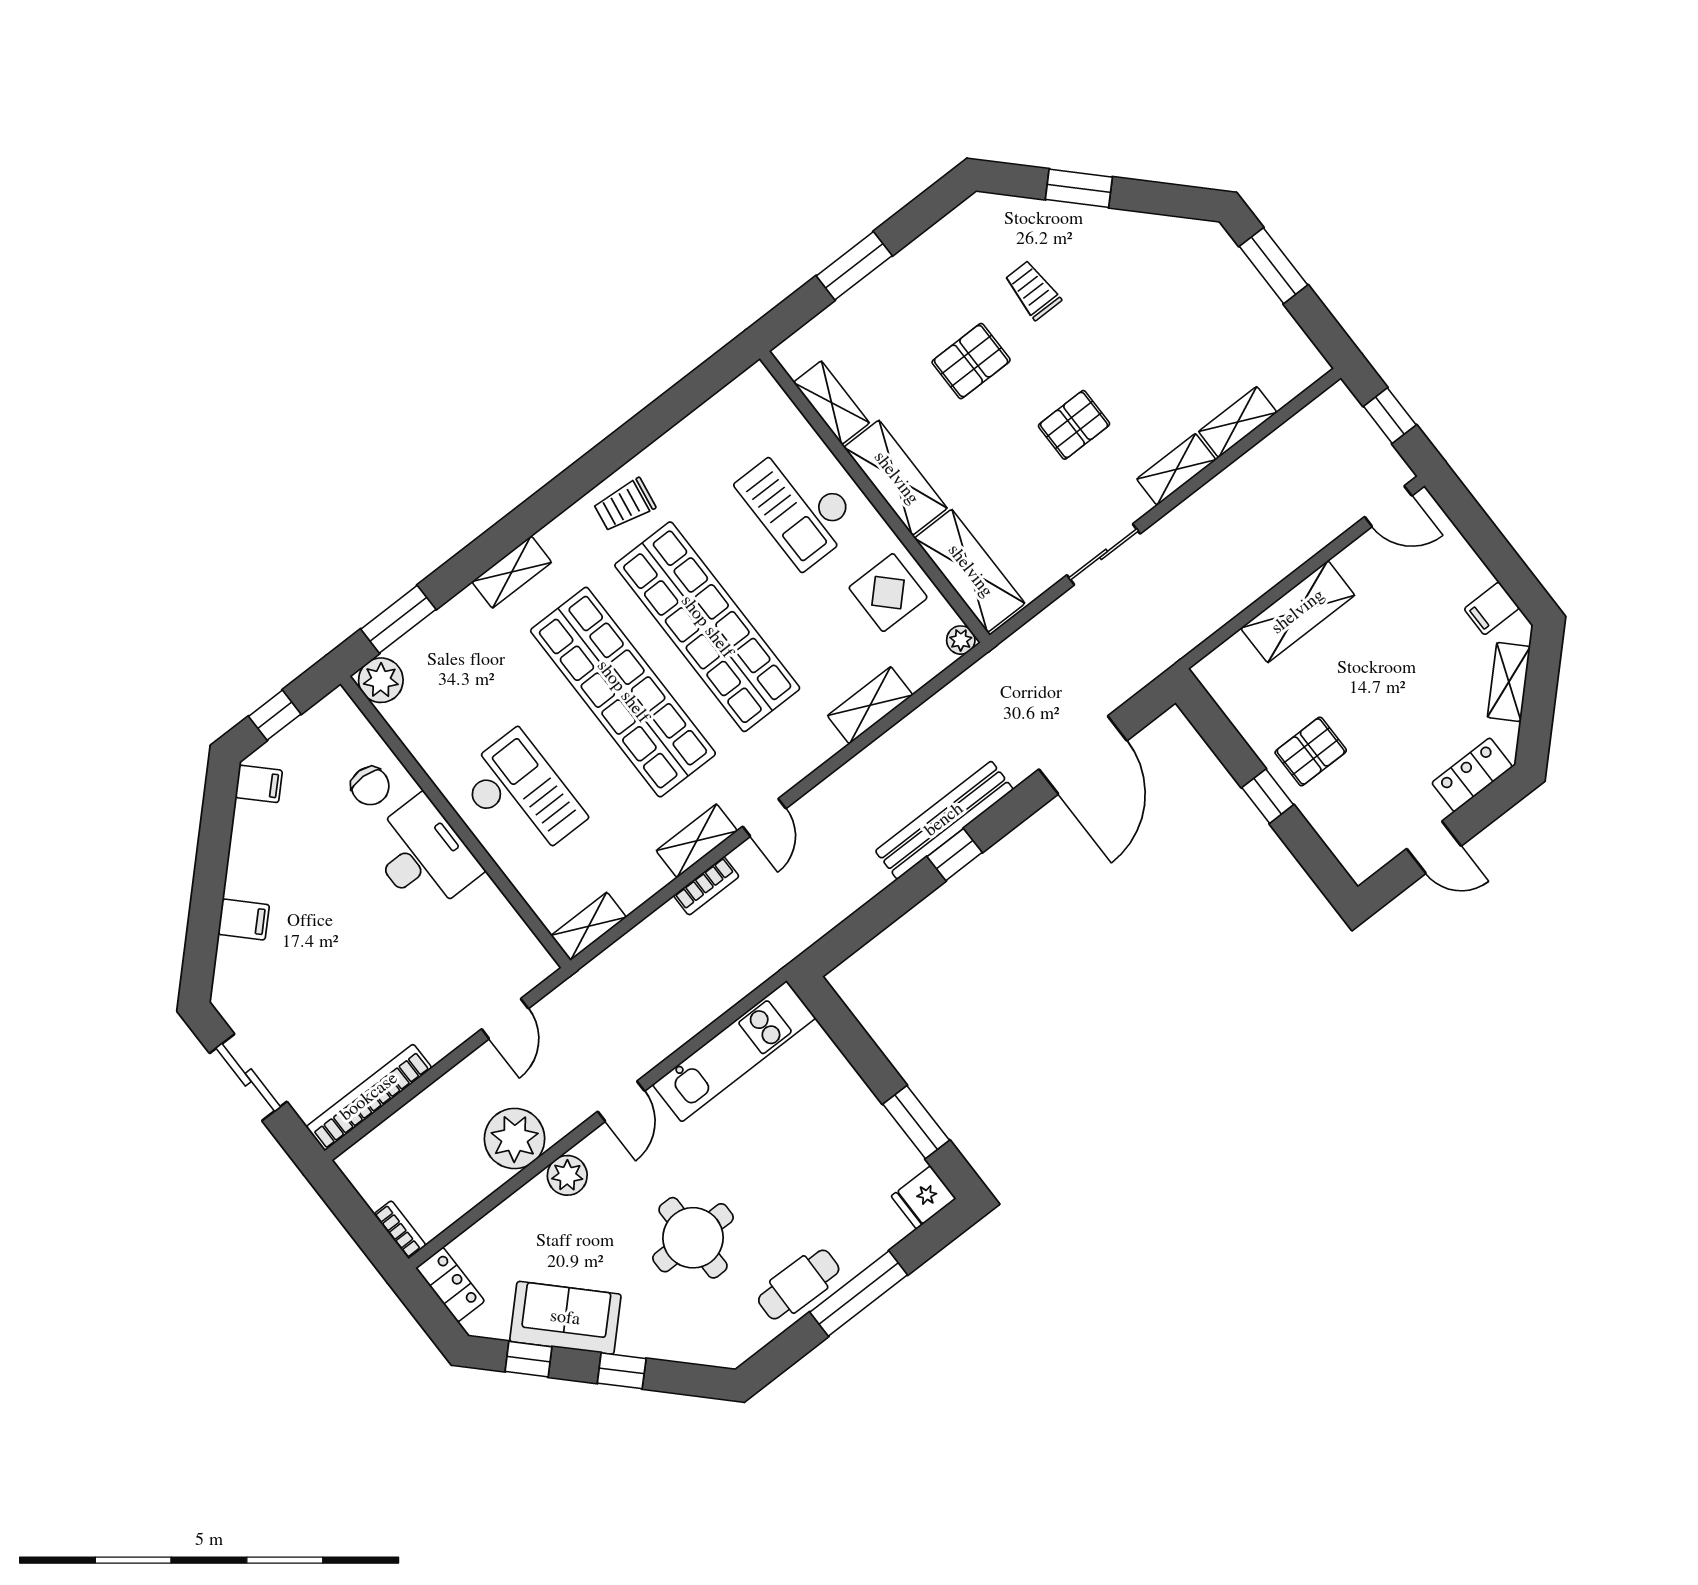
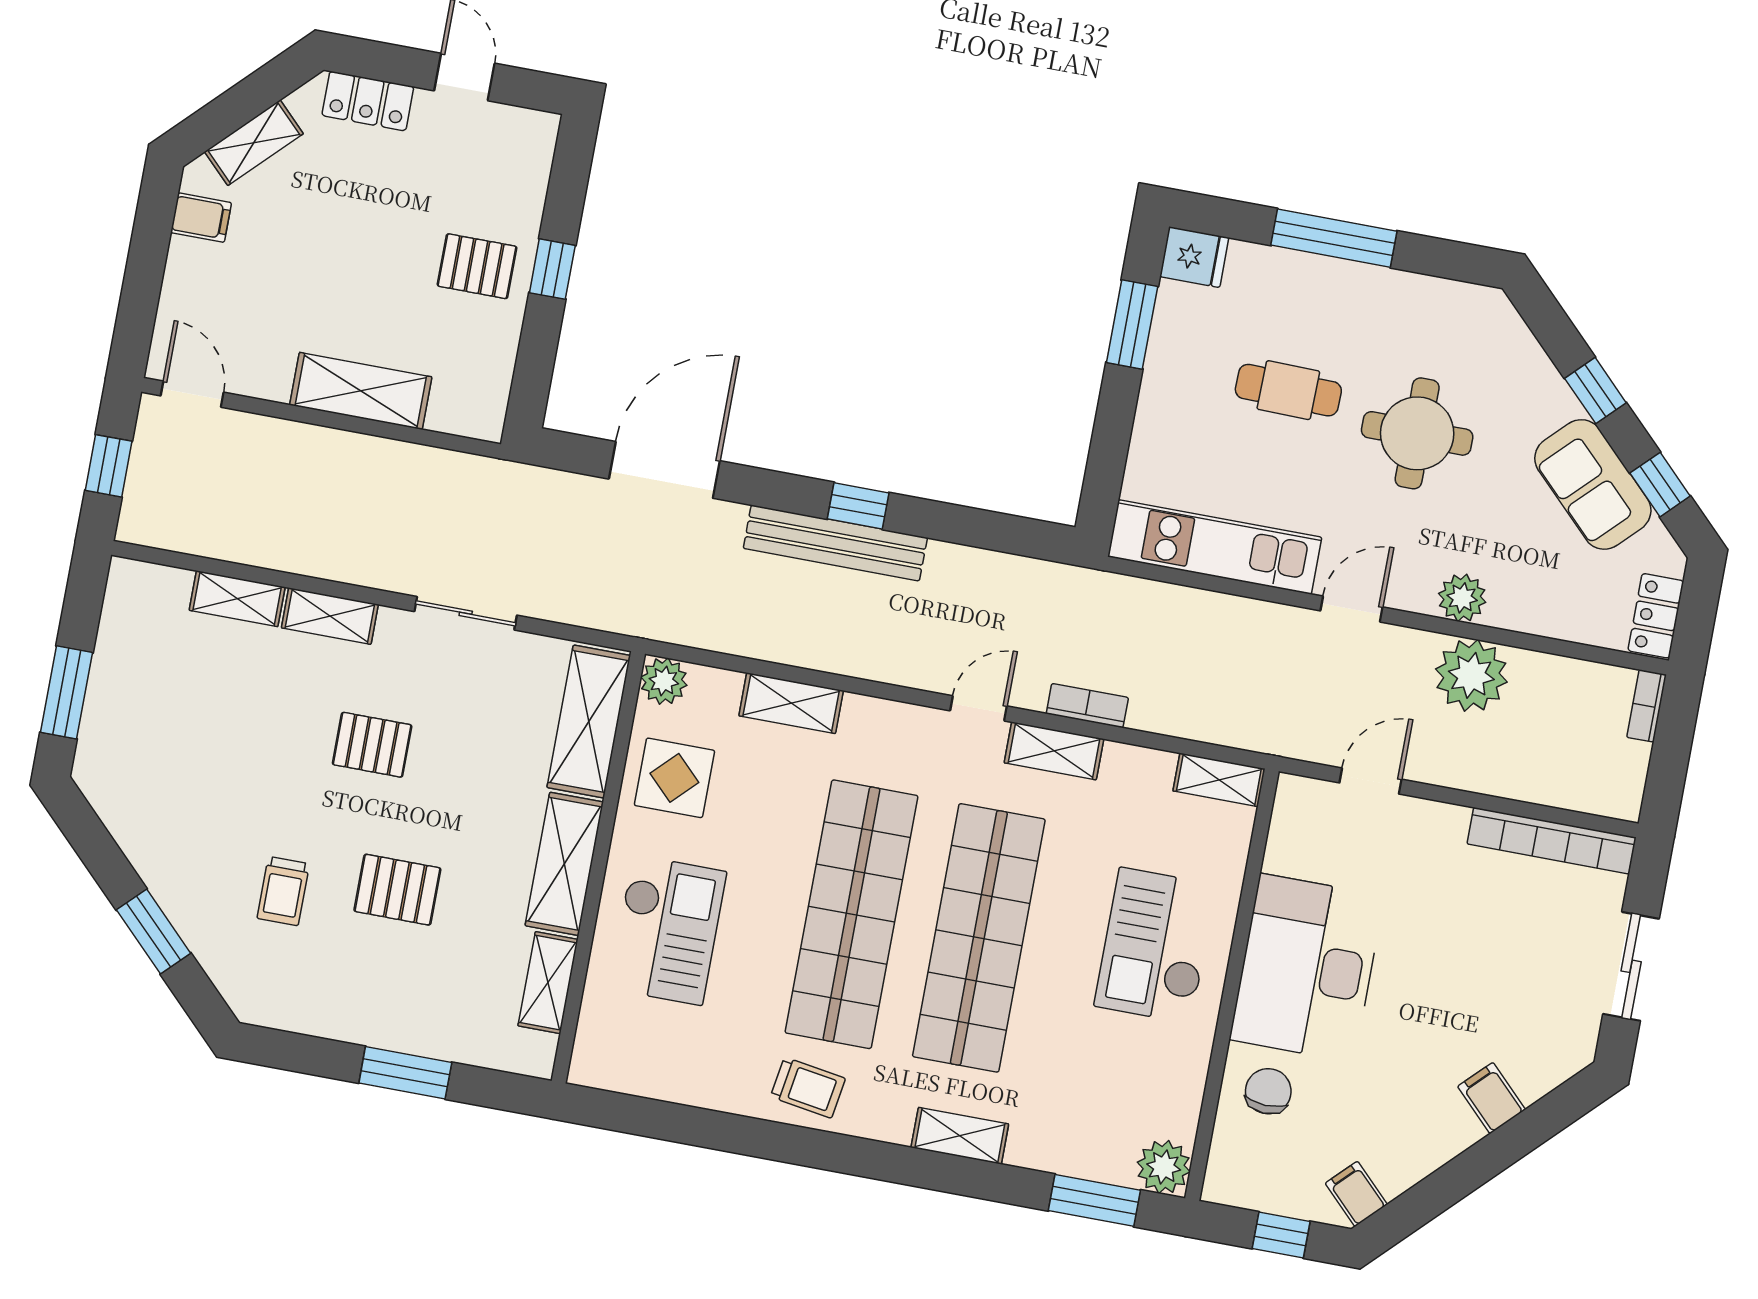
plant: (961, 640) -> (664, 681), width x1.38, depth x1.38
desk: (423, 855) -> (1307, 968), width x1.36, depth x1.30
cafe table: (799, 1284) -> (1288, 390), moved

